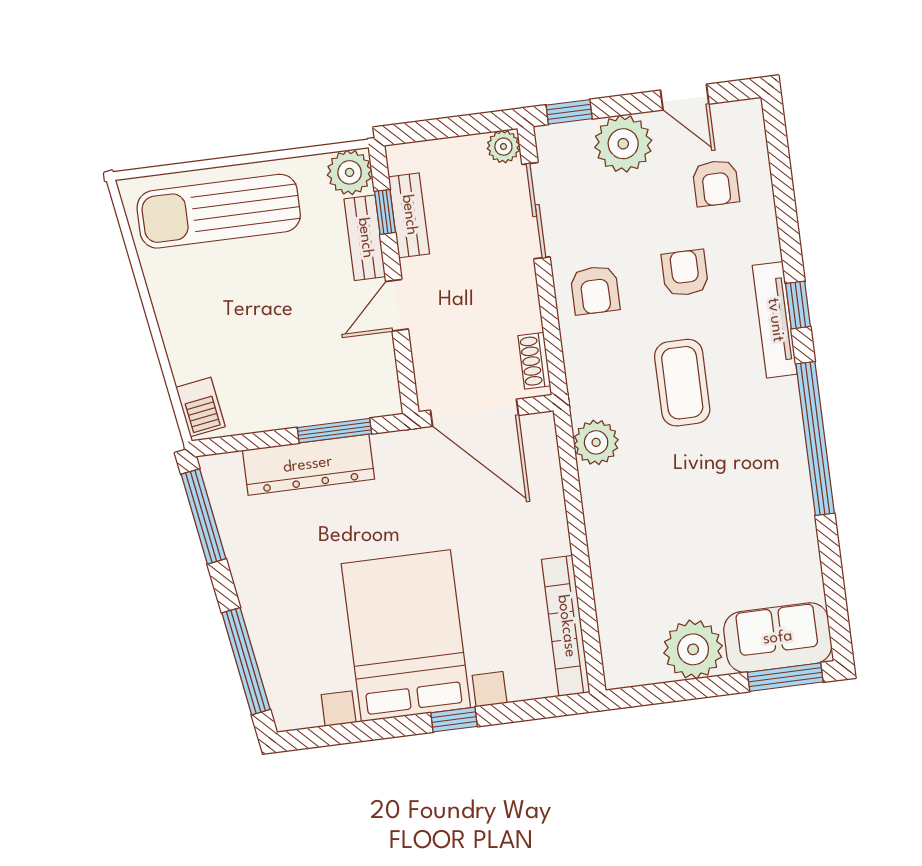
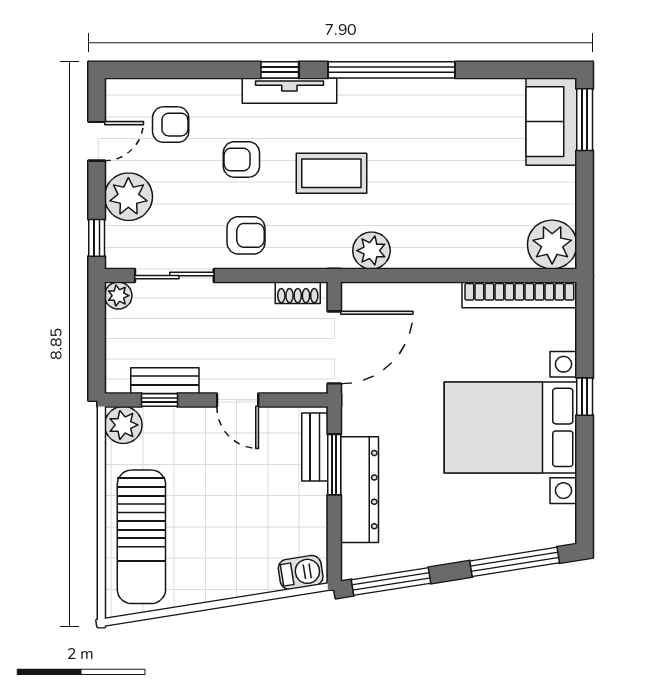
bench: (365, 238) -> (315, 447), moved, turned 90
plant: (693, 649) -> (552, 245), moved

